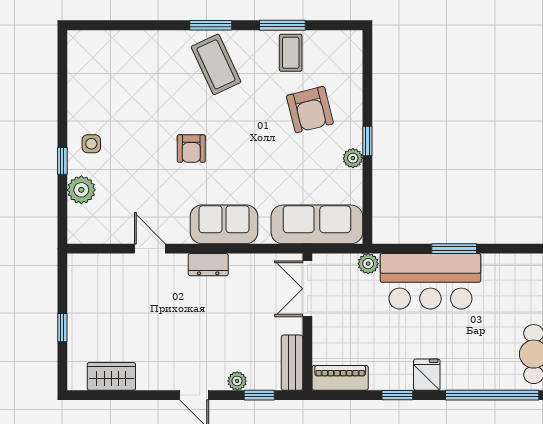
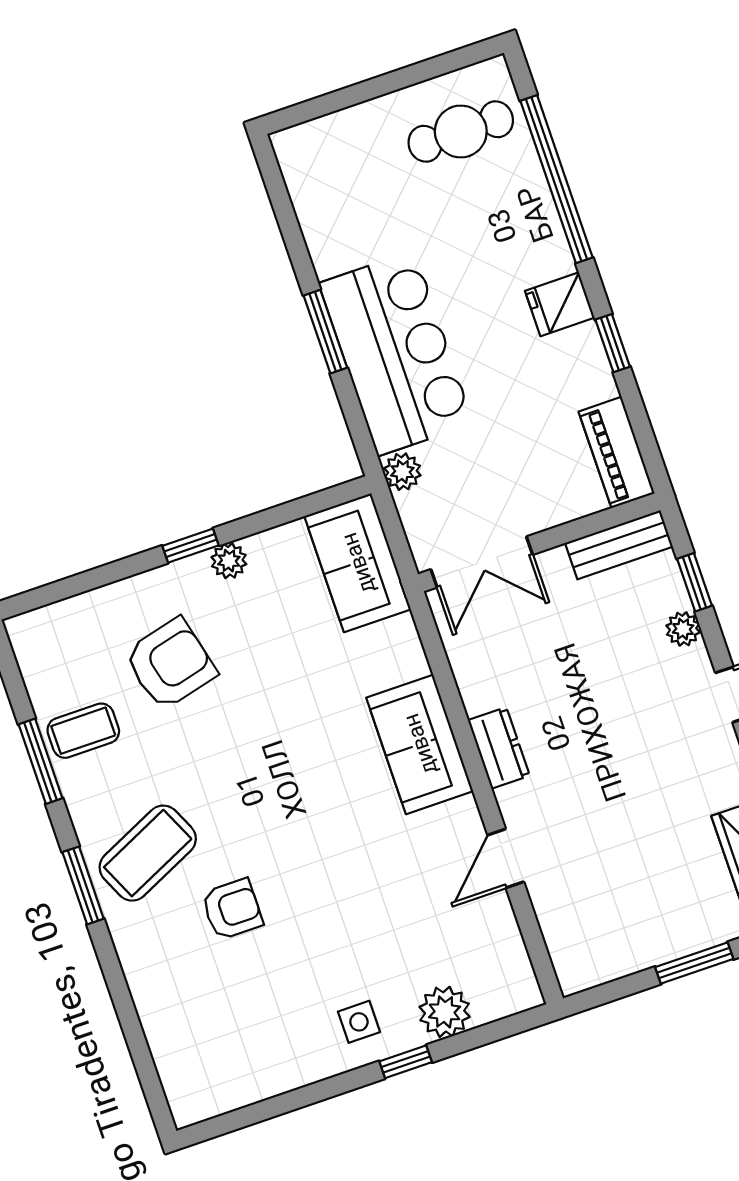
armchair: (191, 149) -> (232, 909), moved
sofa: (317, 224) -> (358, 563), width x0.73
window: (62, 328) -> (694, 963), width x1.50

